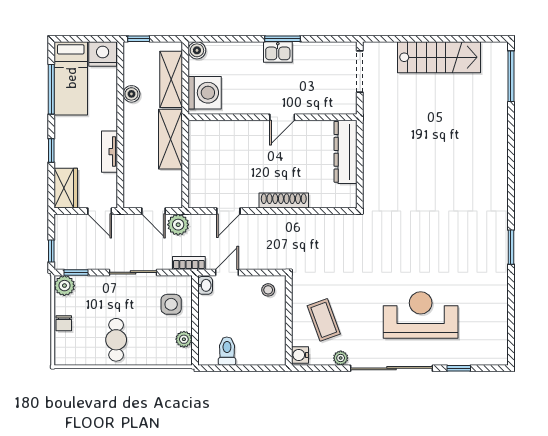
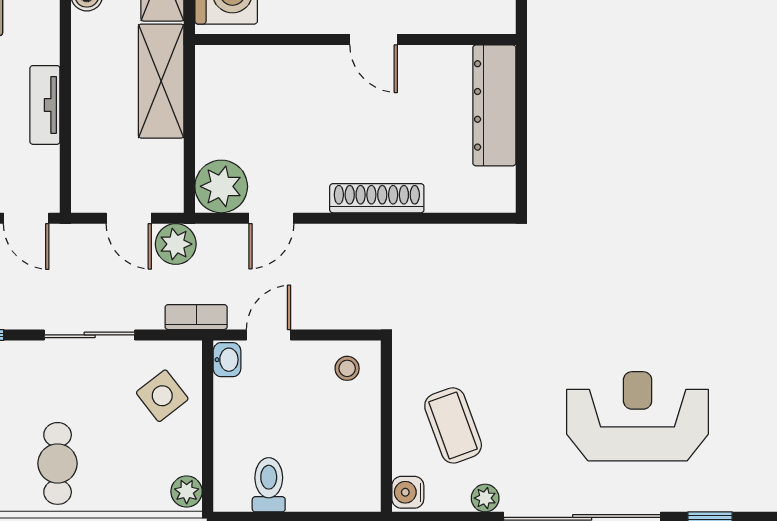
door: (282, 117) -> (374, 40), hinge flipped
plant: (202, 194) -> (221, 186), added
side table: (171, 304) -> (162, 396), turned -38
plant: (184, 339) -> (187, 492), moved

